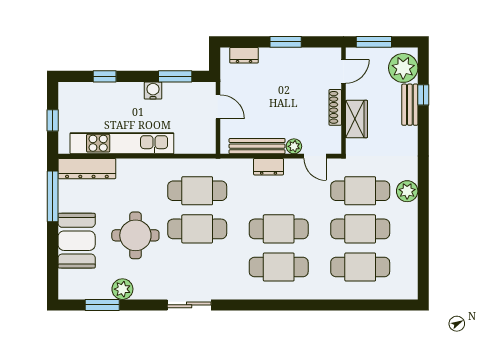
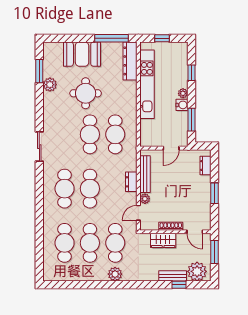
plant: (136, 89) -> (183, 93), added
sliding door: (189, 305) -> (39, 147), moved

